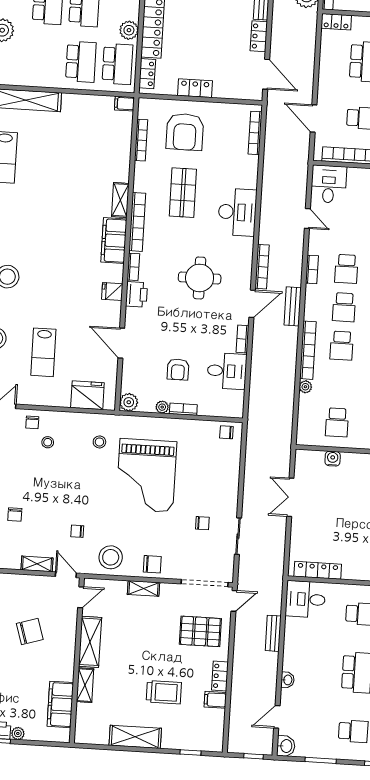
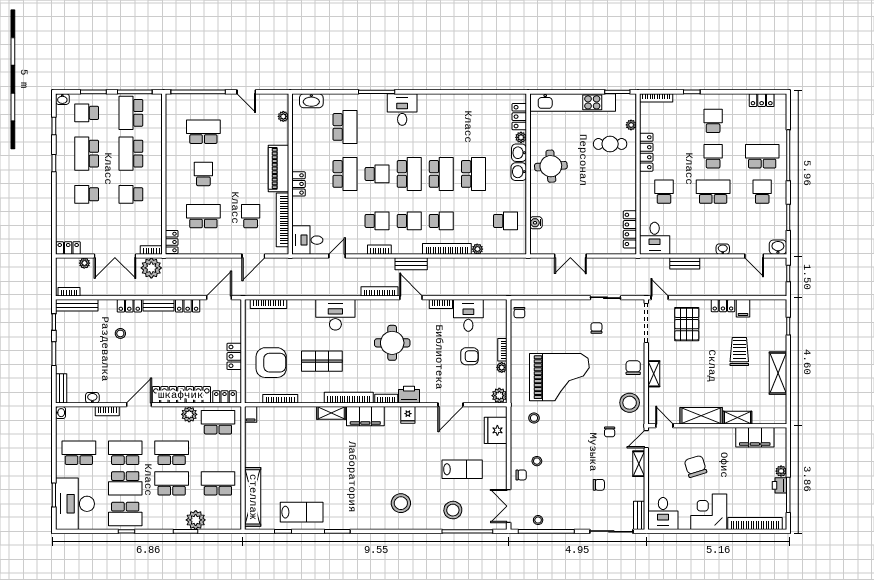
school desk: (81, 62) -> (218, 483), moved

